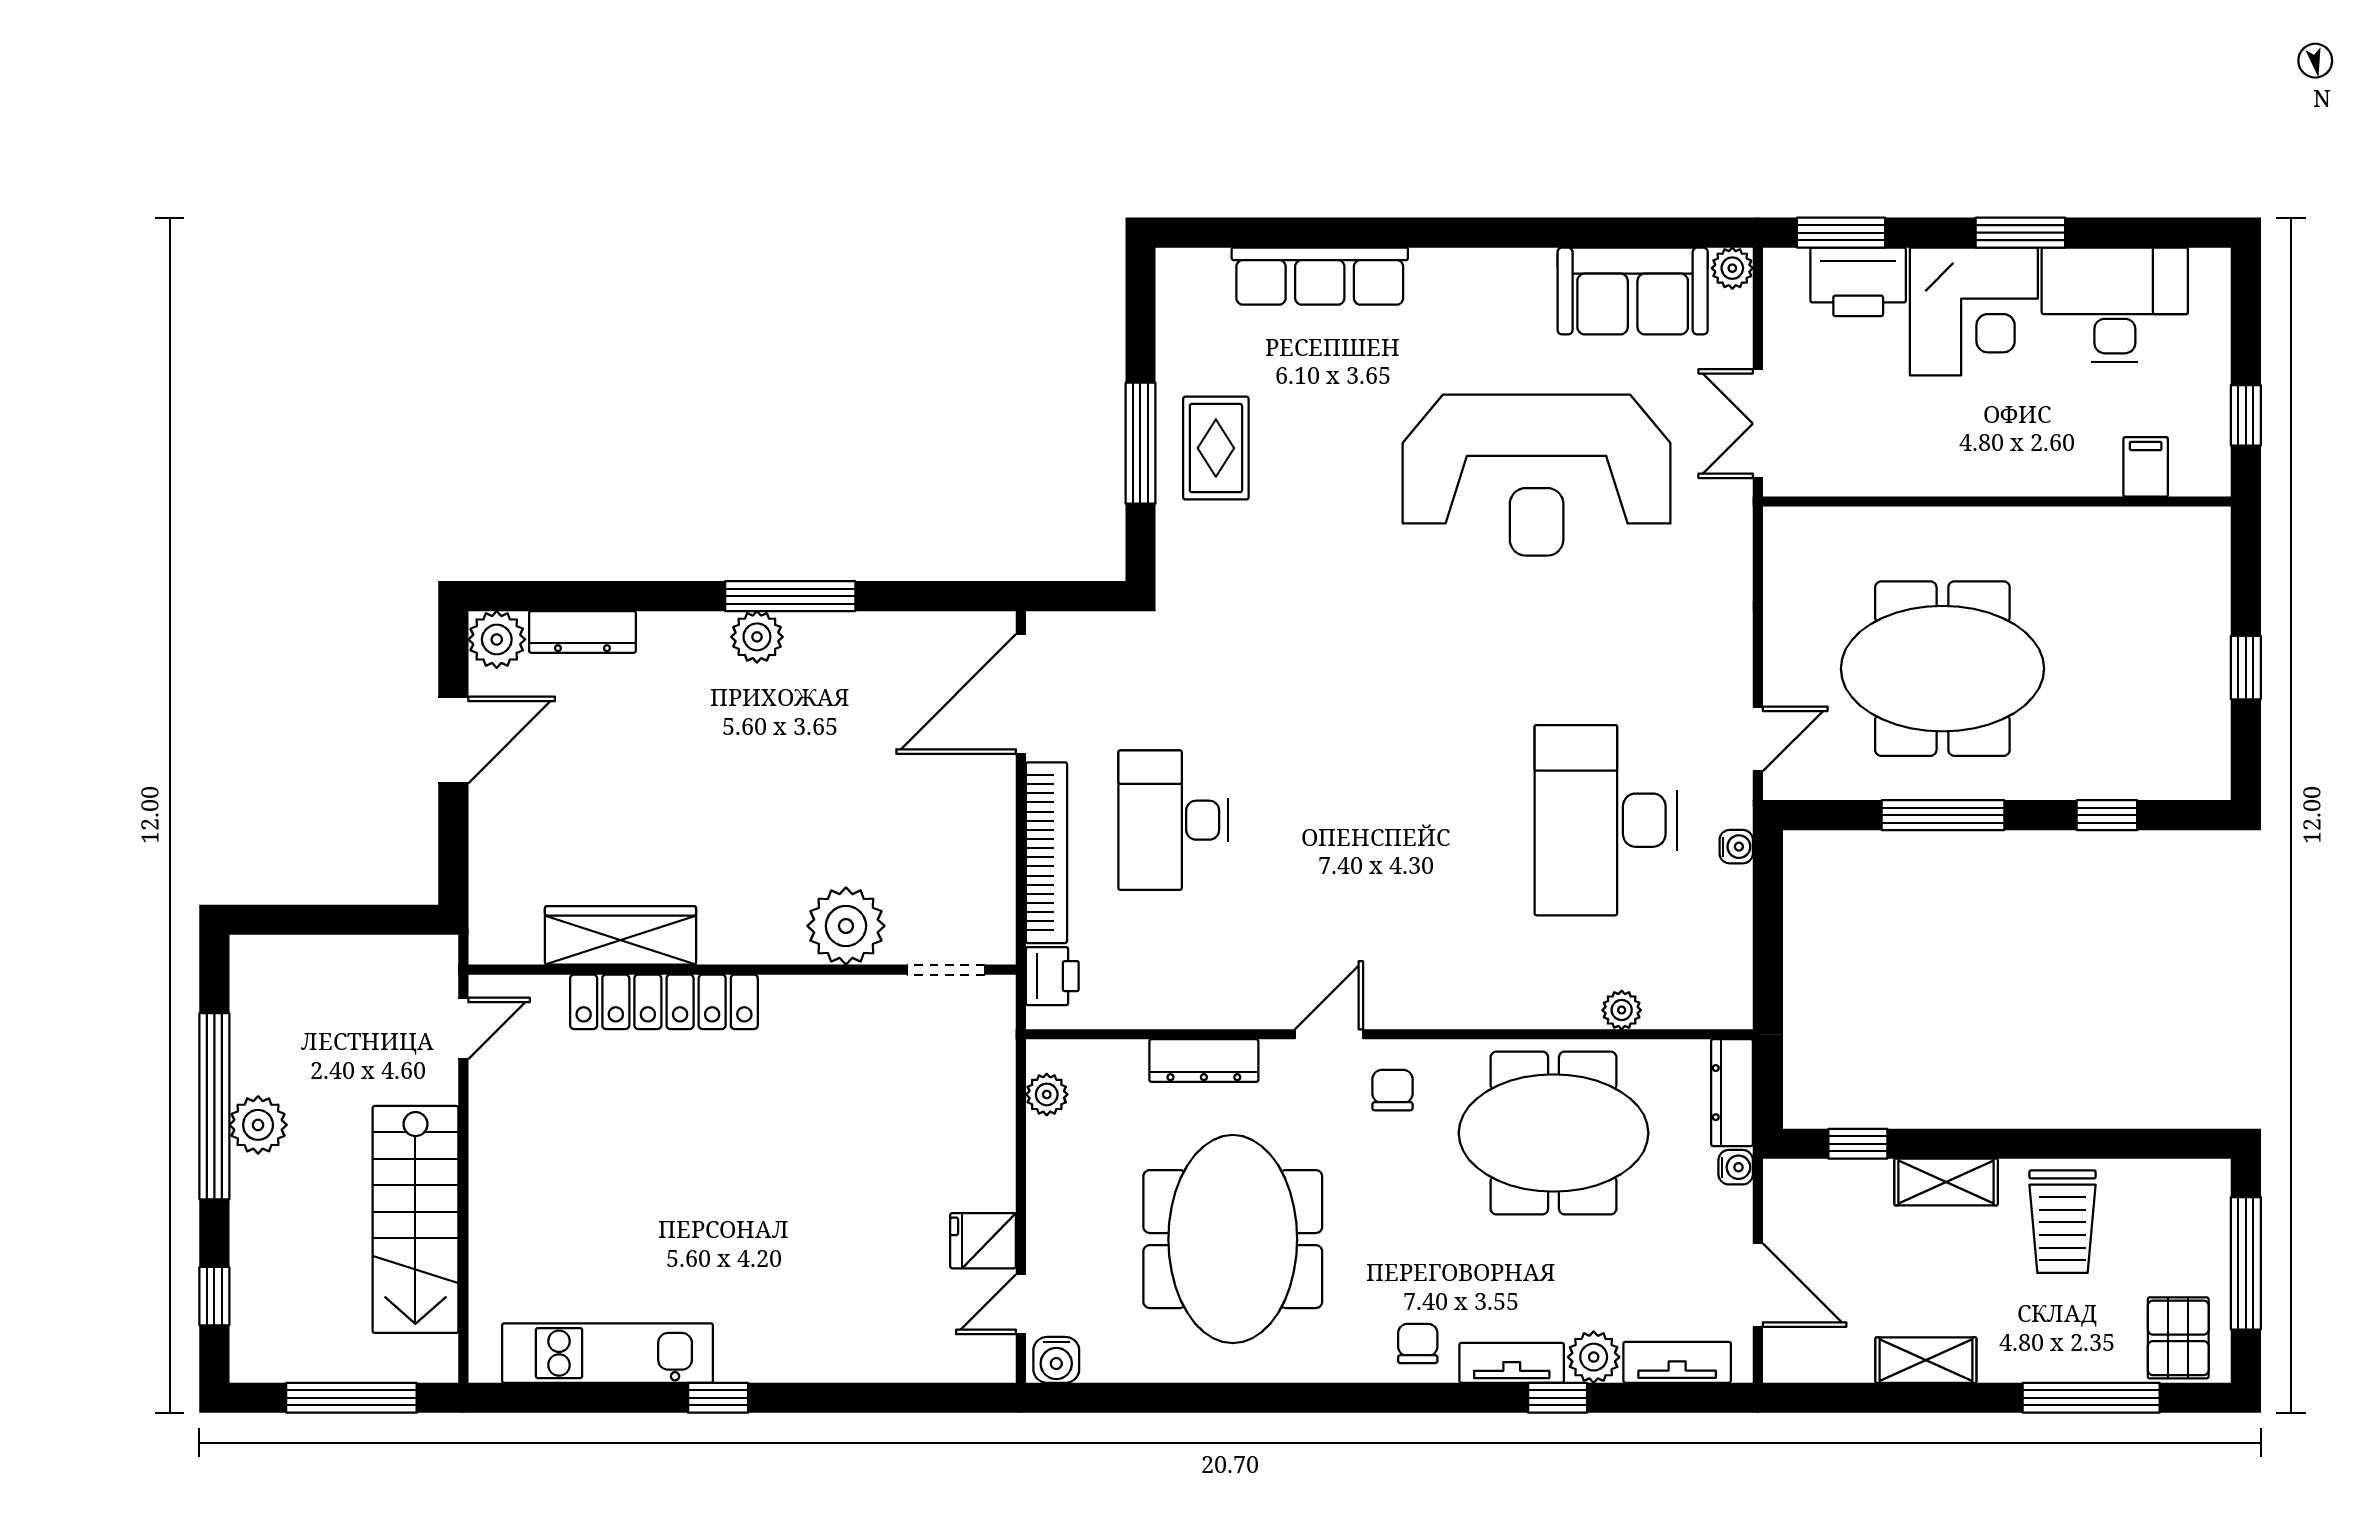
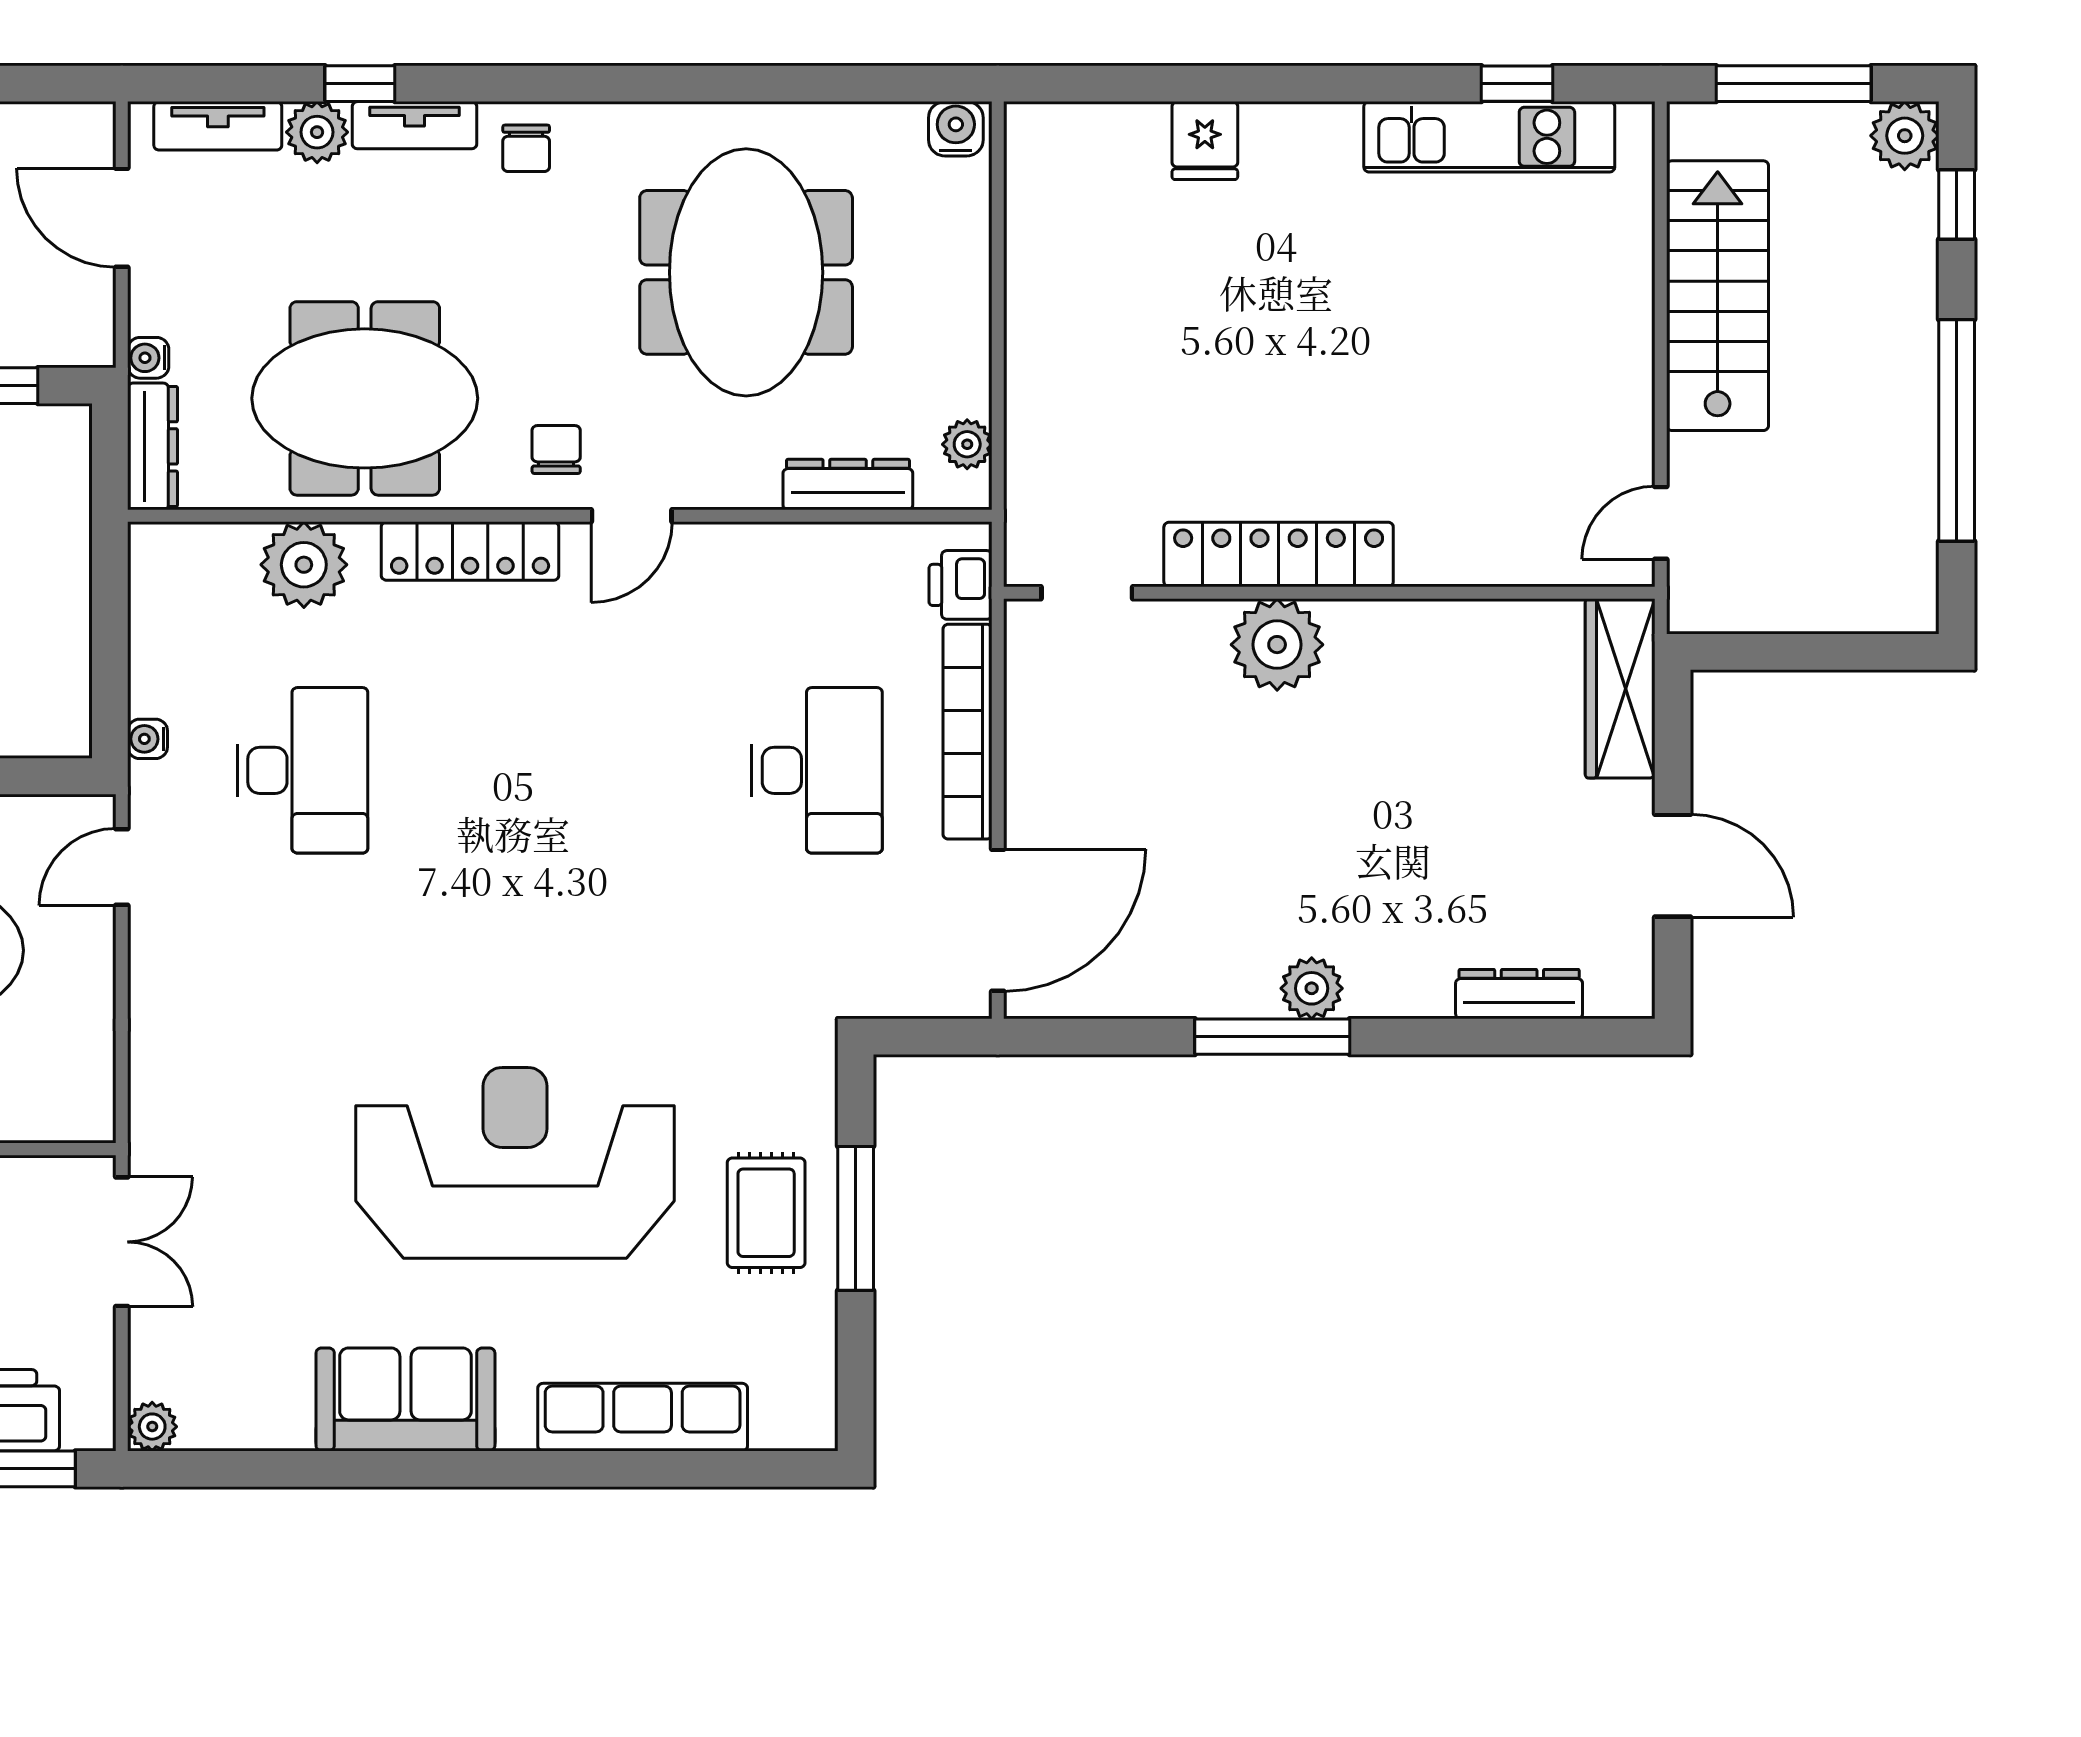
sofa: (1633, 291) -> (405, 1399), moved
reception desk: (1537, 475) -> (515, 1163), moved
plant: (497, 639) -> (1621, 985), removed
door: (453, 740) -> (1673, 866), swing flipped
desk: (1606, 820) -> (303, 770), width x0.73, depth x0.77
plant: (846, 926) -> (1277, 645), moved
wardrobe: (621, 935) -> (1620, 688), moved, turned 90
locker: (664, 1002) -> (1279, 554), moved
locker: (1465, 1005) -> (470, 551), added
plant: (1622, 1010) -> (304, 565), width x1.87, depth x1.87
dresser: (1204, 1061) -> (848, 485), moved
chair: (1392, 1090) -> (556, 450), turned 180
plant: (258, 1125) -> (1905, 136), moved
fridge: (983, 1241) -> (1205, 141), moved, turned 90
door: (1021, 1304) -> (998, 195), removed
window: (718, 1398) -> (1517, 84), moved

